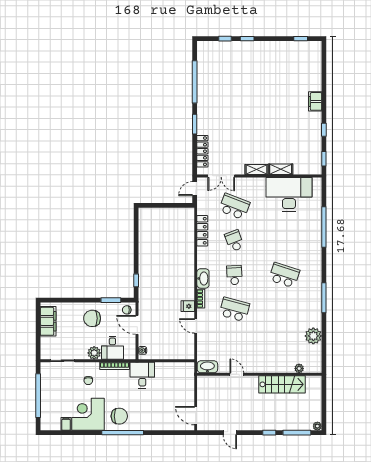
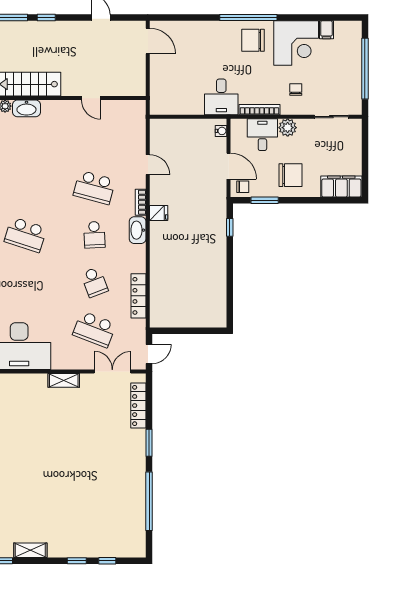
shelving: (281, 169) -> (30, 550), moved
fridge: (188, 306) -> (159, 213), moved
filing cabinet: (48, 321) -> (341, 187), moved, turned 90
washbasin: (207, 367) -> (26, 108), moved

